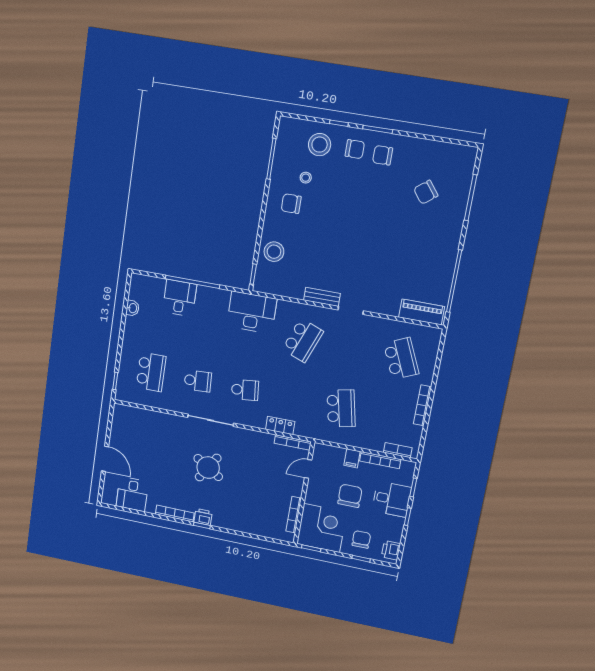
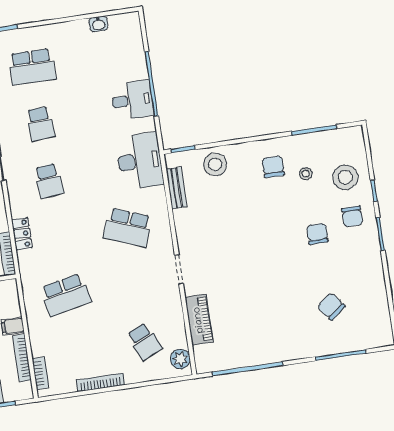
chair: (383, 155) -> (317, 234), moved
bench: (322, 297) -> (176, 188), moved
desk: (180, 298) -> (132, 100), moved
piano: (422, 312) -> (199, 320), moved
plant: (426, 334) -> (180, 359), added
school desk: (401, 359) -> (144, 342), width x0.54

